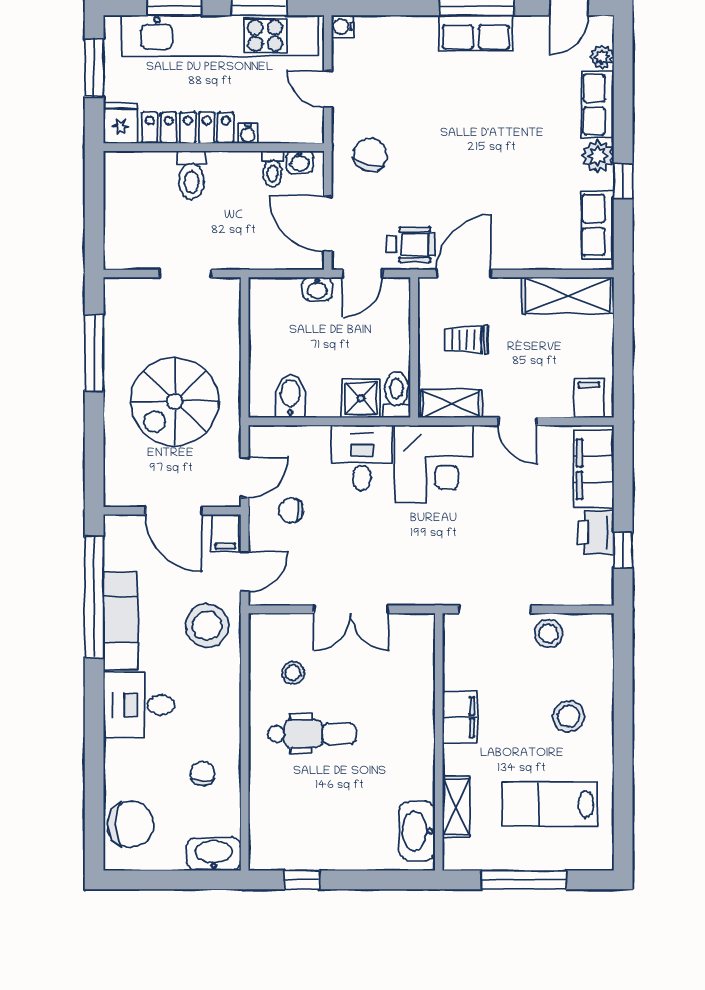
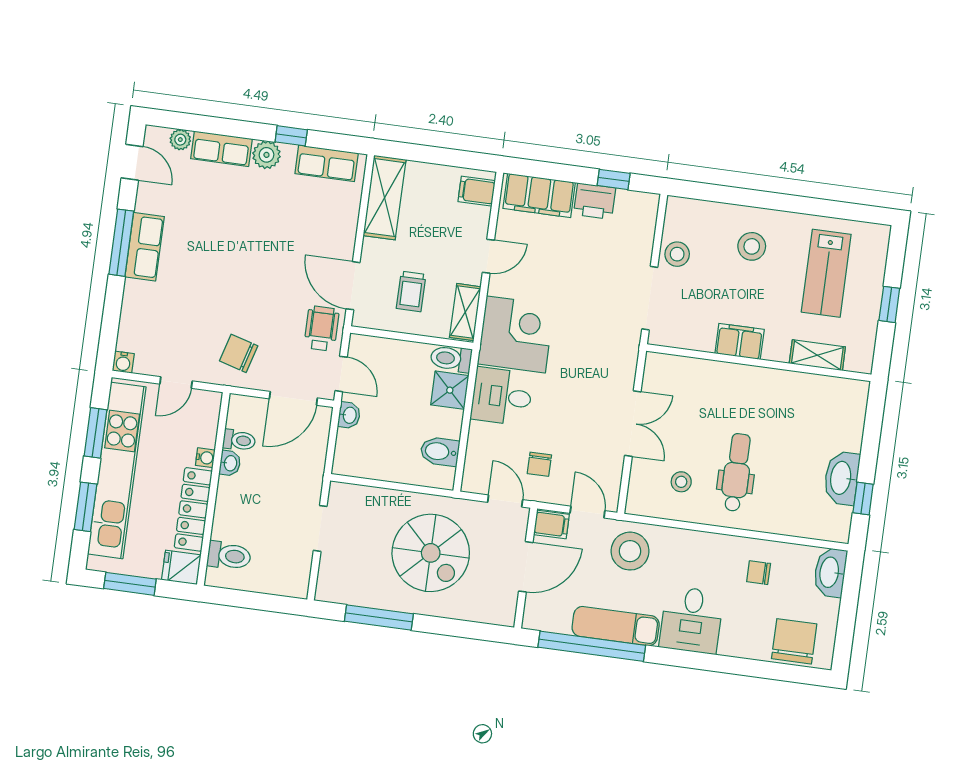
washbasin: (300, 162) -> (230, 463), moved
toilet: (192, 175) -> (229, 556), moved
washbasin: (417, 831) -> (842, 478), moved, turned 90
window: (524, 880) -> (889, 304), width x0.46

